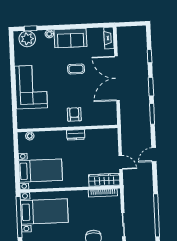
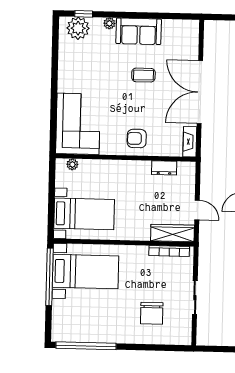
fireplace: (109, 38) -> (190, 142), moved
corner sofa: (31, 87) -> (78, 124), moved
armchair: (74, 114) -> (137, 138), turned -90
dresser: (76, 135) -> (164, 168), moved

